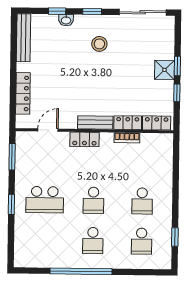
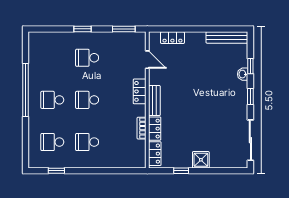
stool: (99, 44) -> (222, 103), removed
window: (177, 66) -> (204, 171), removed
locker: (23, 93) -> (172, 38), width x0.66
school desk: (45, 200) -> (87, 58), width x0.54

